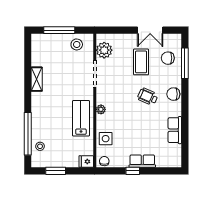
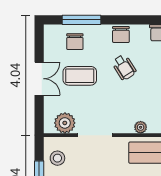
double door: (150, 30) -> (39, 79), moved
wheelchair: (148, 97) -> (124, 67), turned -56

